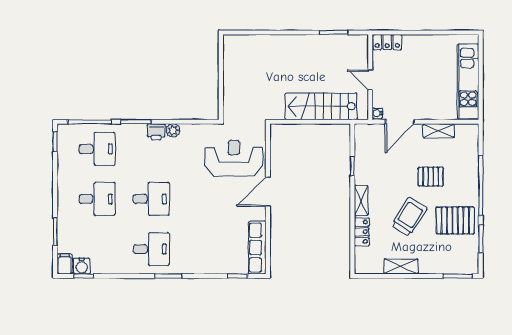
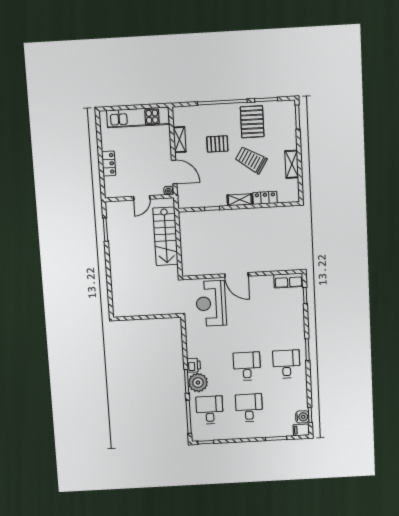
locker: (387, 42) -> (109, 163), moved
plant: (173, 130) -> (198, 383), moved, width x1.88, depth x1.88
pallet: (431, 177) -> (217, 144), turned 90
row of seats: (257, 248) -> (288, 281), width x0.68

